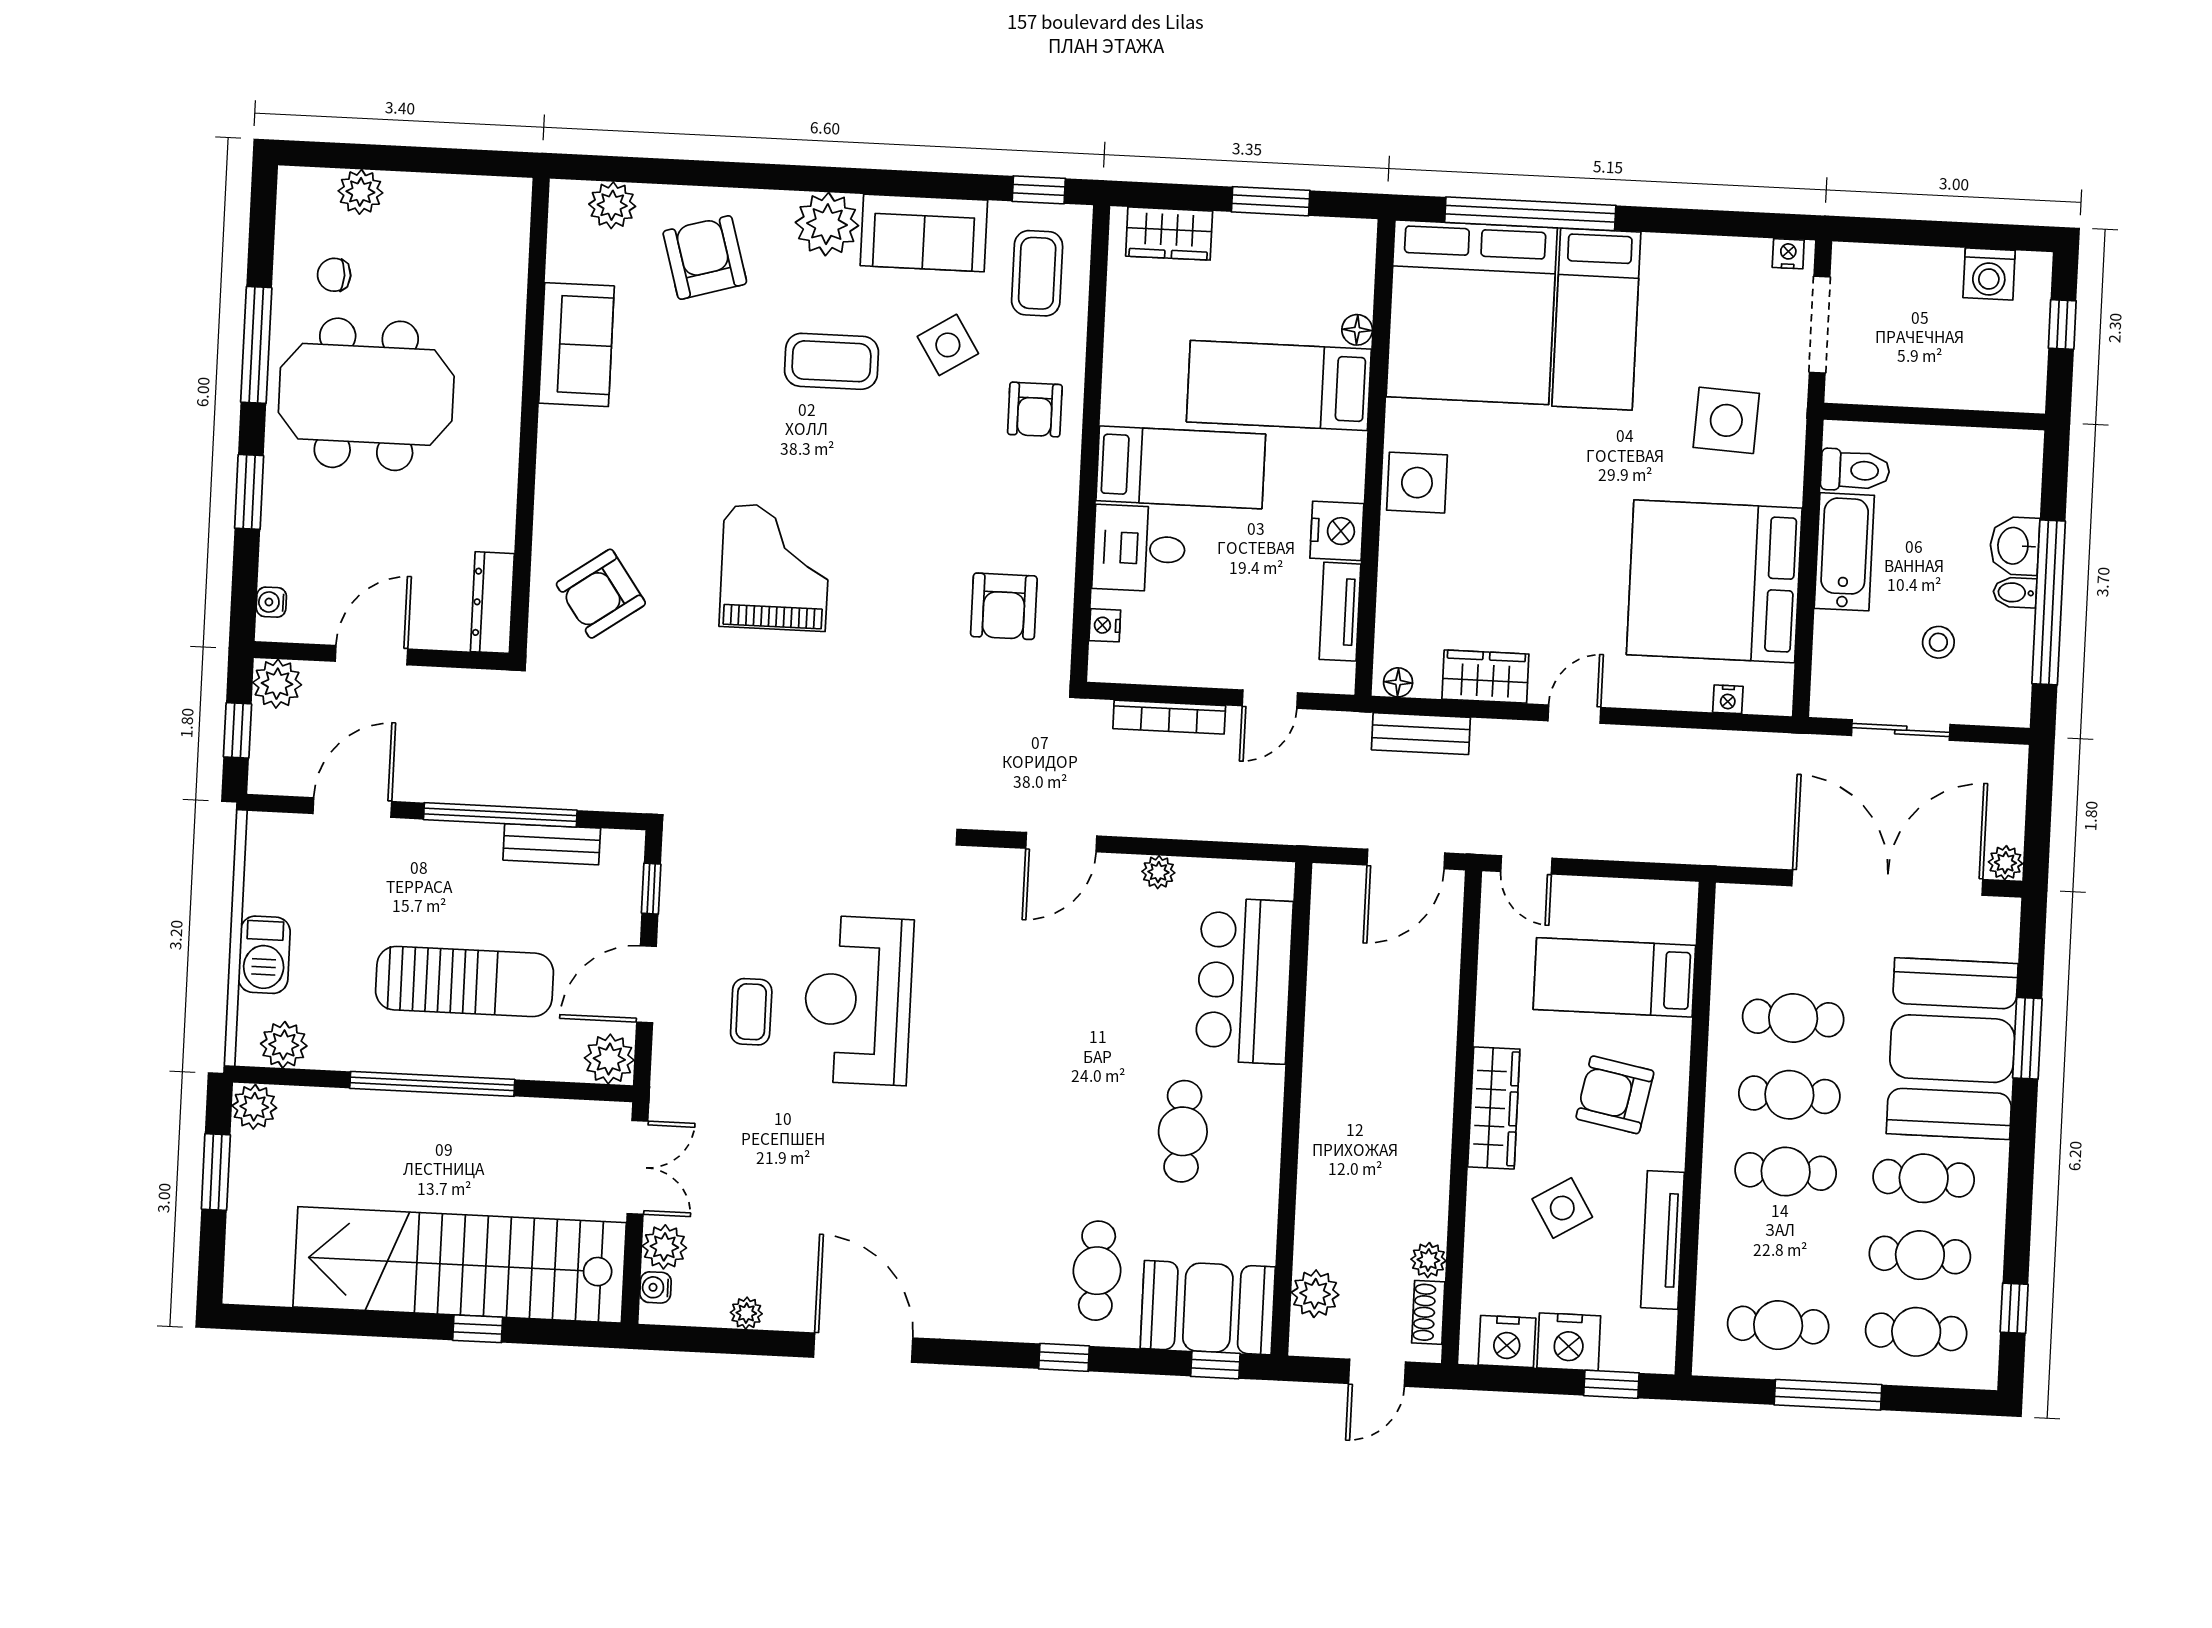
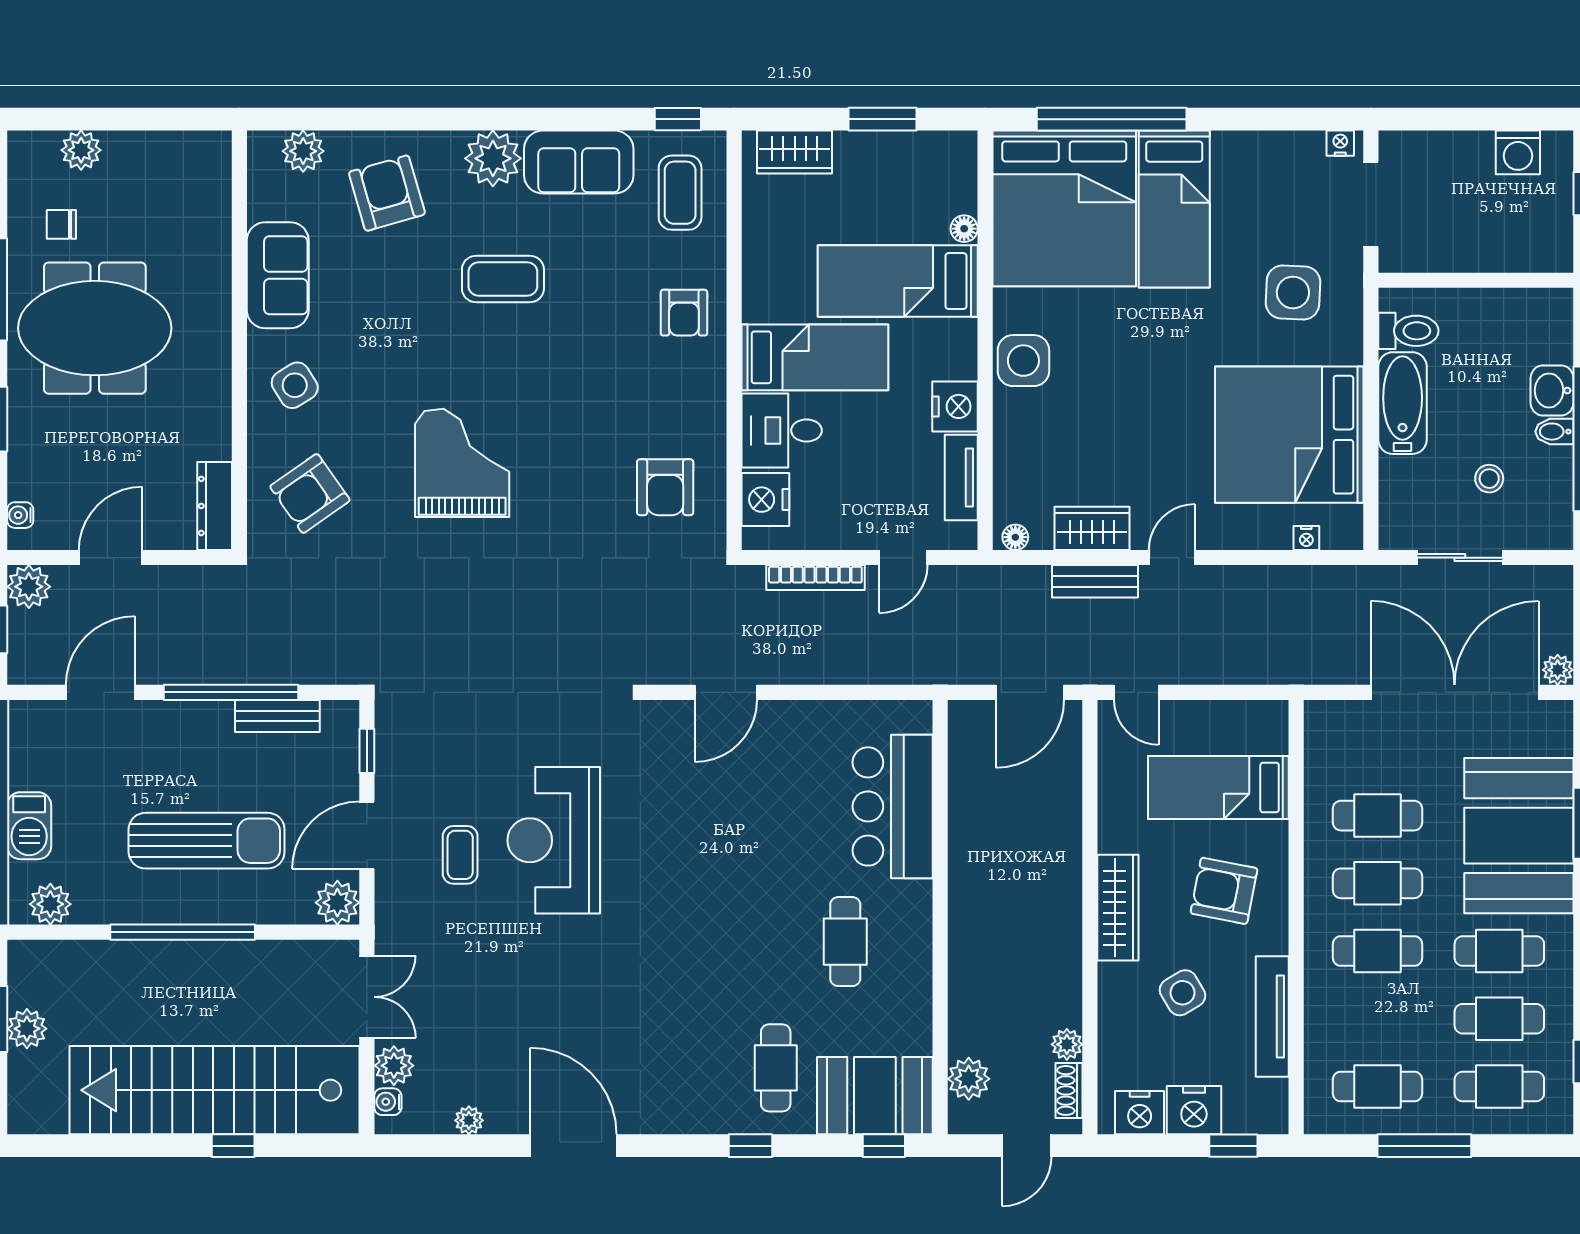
side table: (948, 345) -> (295, 385), moved
nightstand: (1105, 625) -> (765, 500), width x1.89, depth x1.79
bench: (1421, 734) -> (1095, 581), moved
plant: (1158, 872) -> (813, 715), removed
plant: (254, 1107) -> (27, 1029), moved

